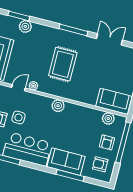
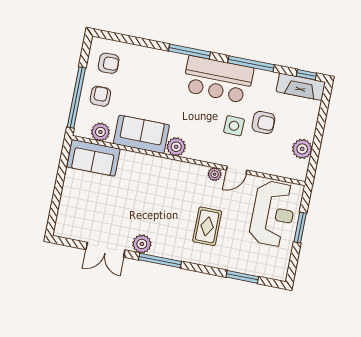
plant: (25, 26) -> (142, 244), moved
rug: (63, 64) -> (207, 226), moved, width x0.73, depth x0.70
sofa: (66, 162) -> (141, 134), moved, turned 180
window: (70, 175) -> (189, 51), moved

